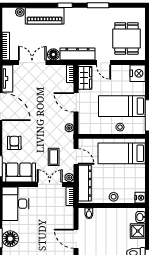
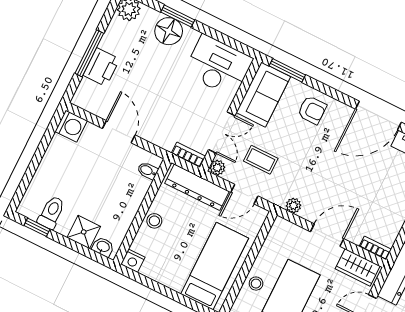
door: (76, 239) -> (119, 132), hinge flipped

